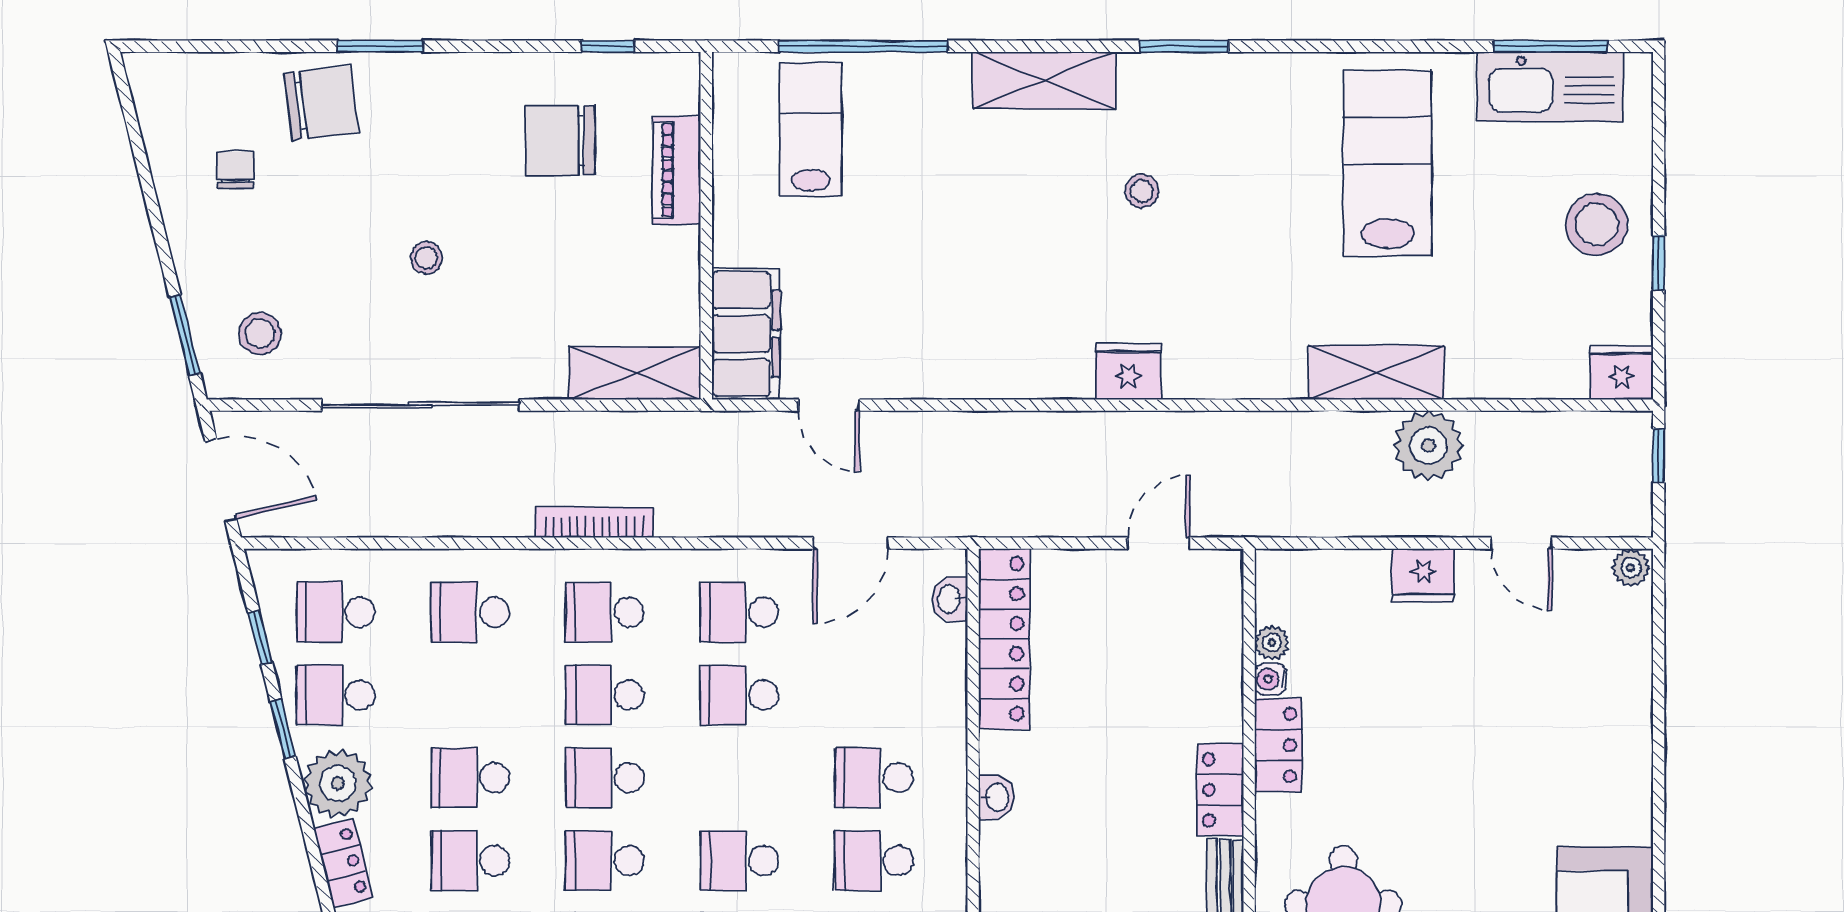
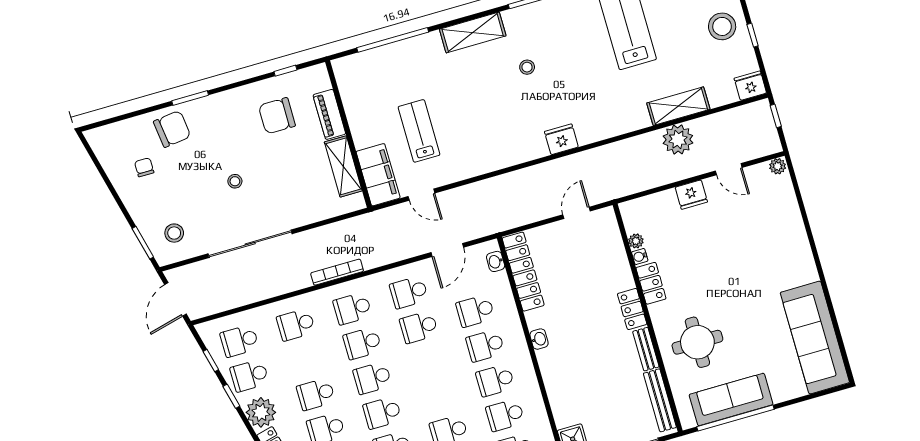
lab bench: (811, 129) -> (419, 131), moved
fridge: (1128, 371) -> (561, 139), moved
shelving: (1377, 372) -> (678, 106), moved
shelving: (635, 373) -> (343, 166), moved, turned 90
door: (221, 480) -> (175, 299), swing flipped
school desk: (739, 861) -> (475, 311), moved

